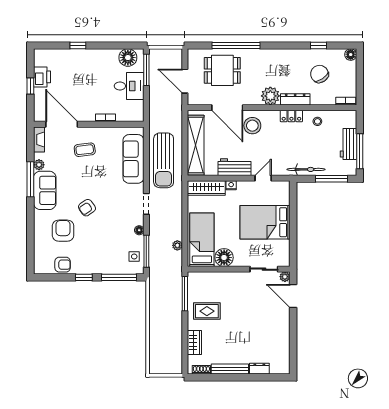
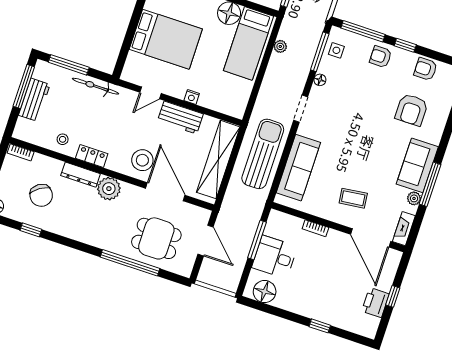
window: (146, 70) -> (257, 240), moved
wardrobe: (206, 188) -> (223, 104), removed
armchair: (87, 208) -> (381, 57), moved, turned -145

